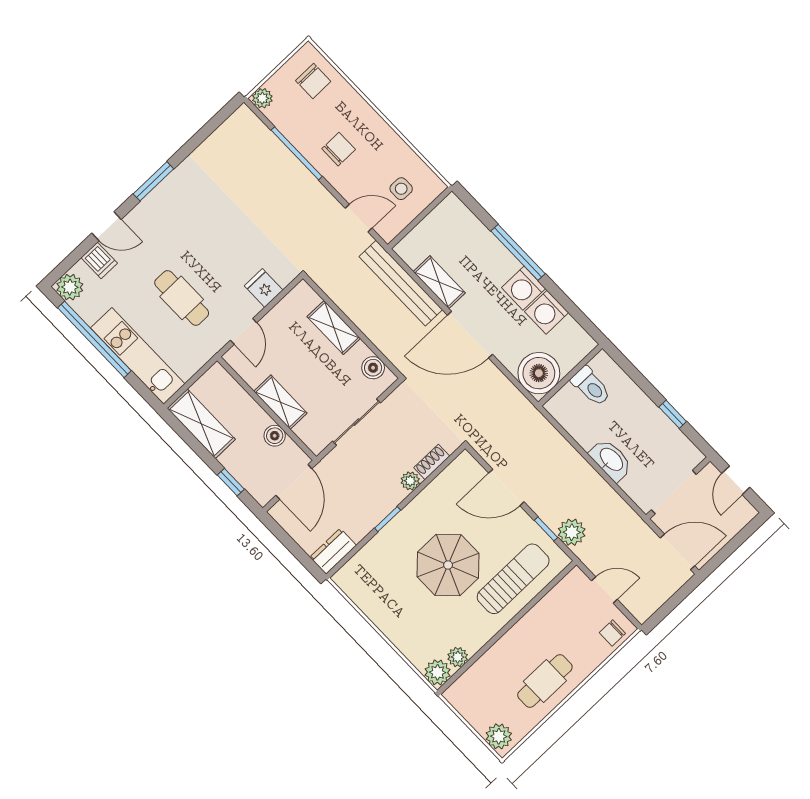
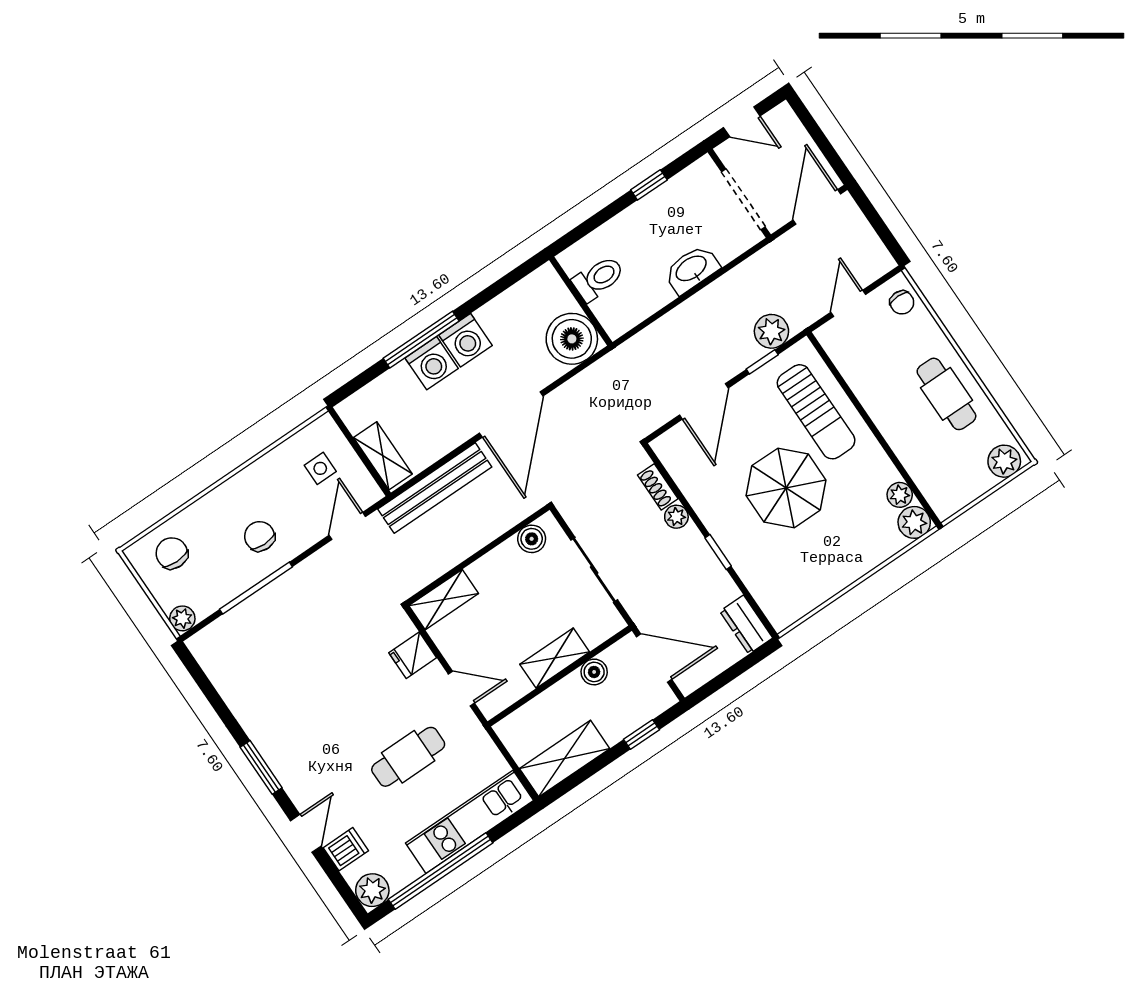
chair: (313, 81) -> (172, 553), turned -90
shelving: (439, 282) -> (383, 456), moved, turned 90
washing machine: (547, 312) -> (432, 363), moved
shelving: (334, 327) -> (444, 600), moved
sun lounger: (513, 579) -> (816, 412), turned 180

